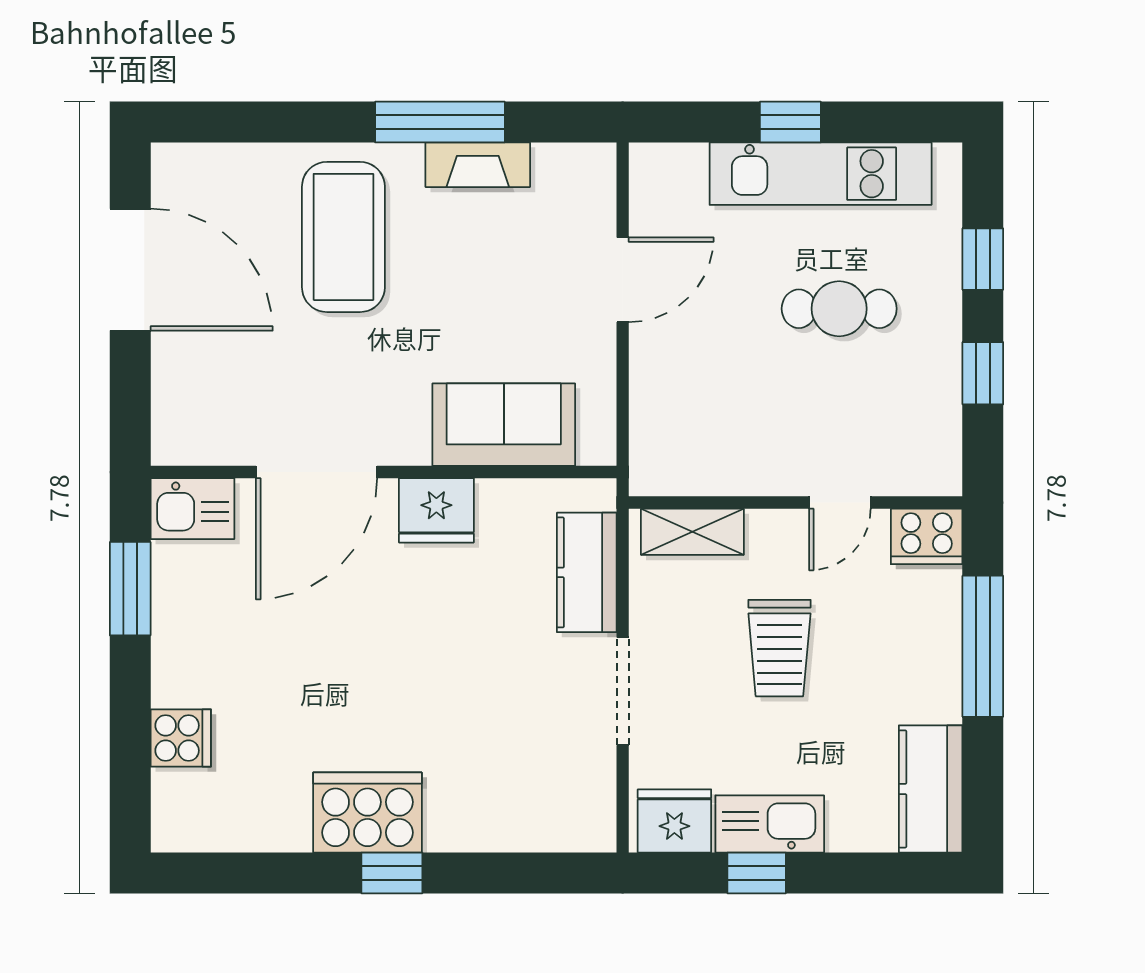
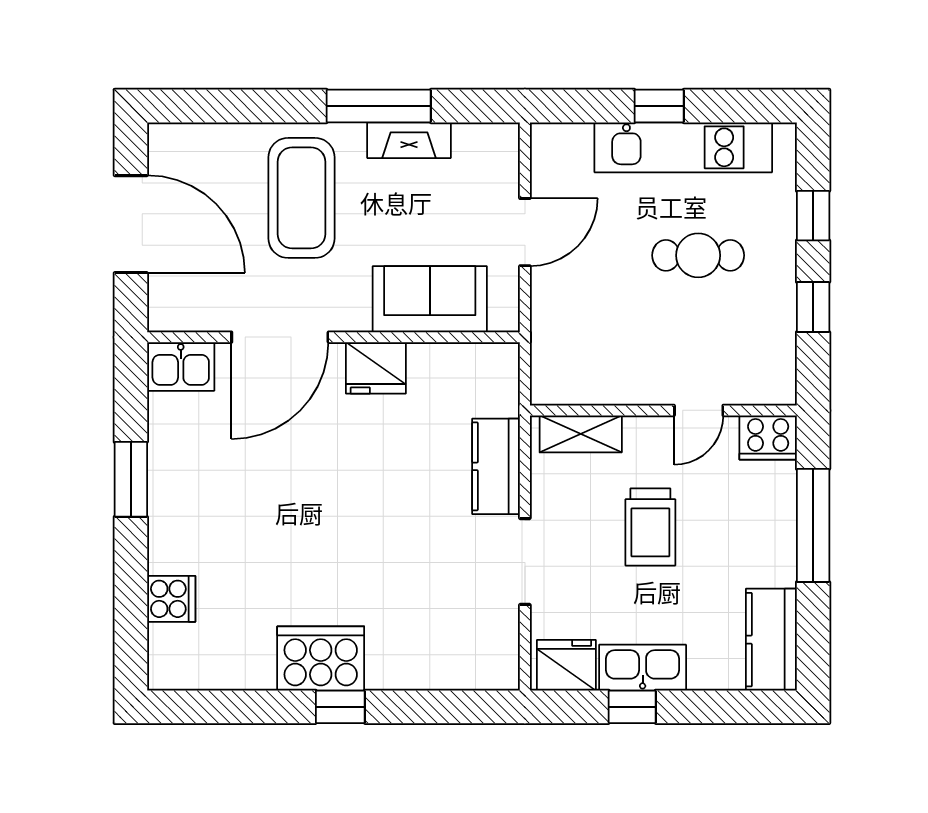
sofa: (504, 425) -> (430, 299), moved
door: (317, 472) -> (280, 337), moved
wall: (384, 472) -> (334, 337), moved
kitchen sink: (192, 509) -> (181, 366), moved
fridge: (436, 510) -> (376, 368), moved

